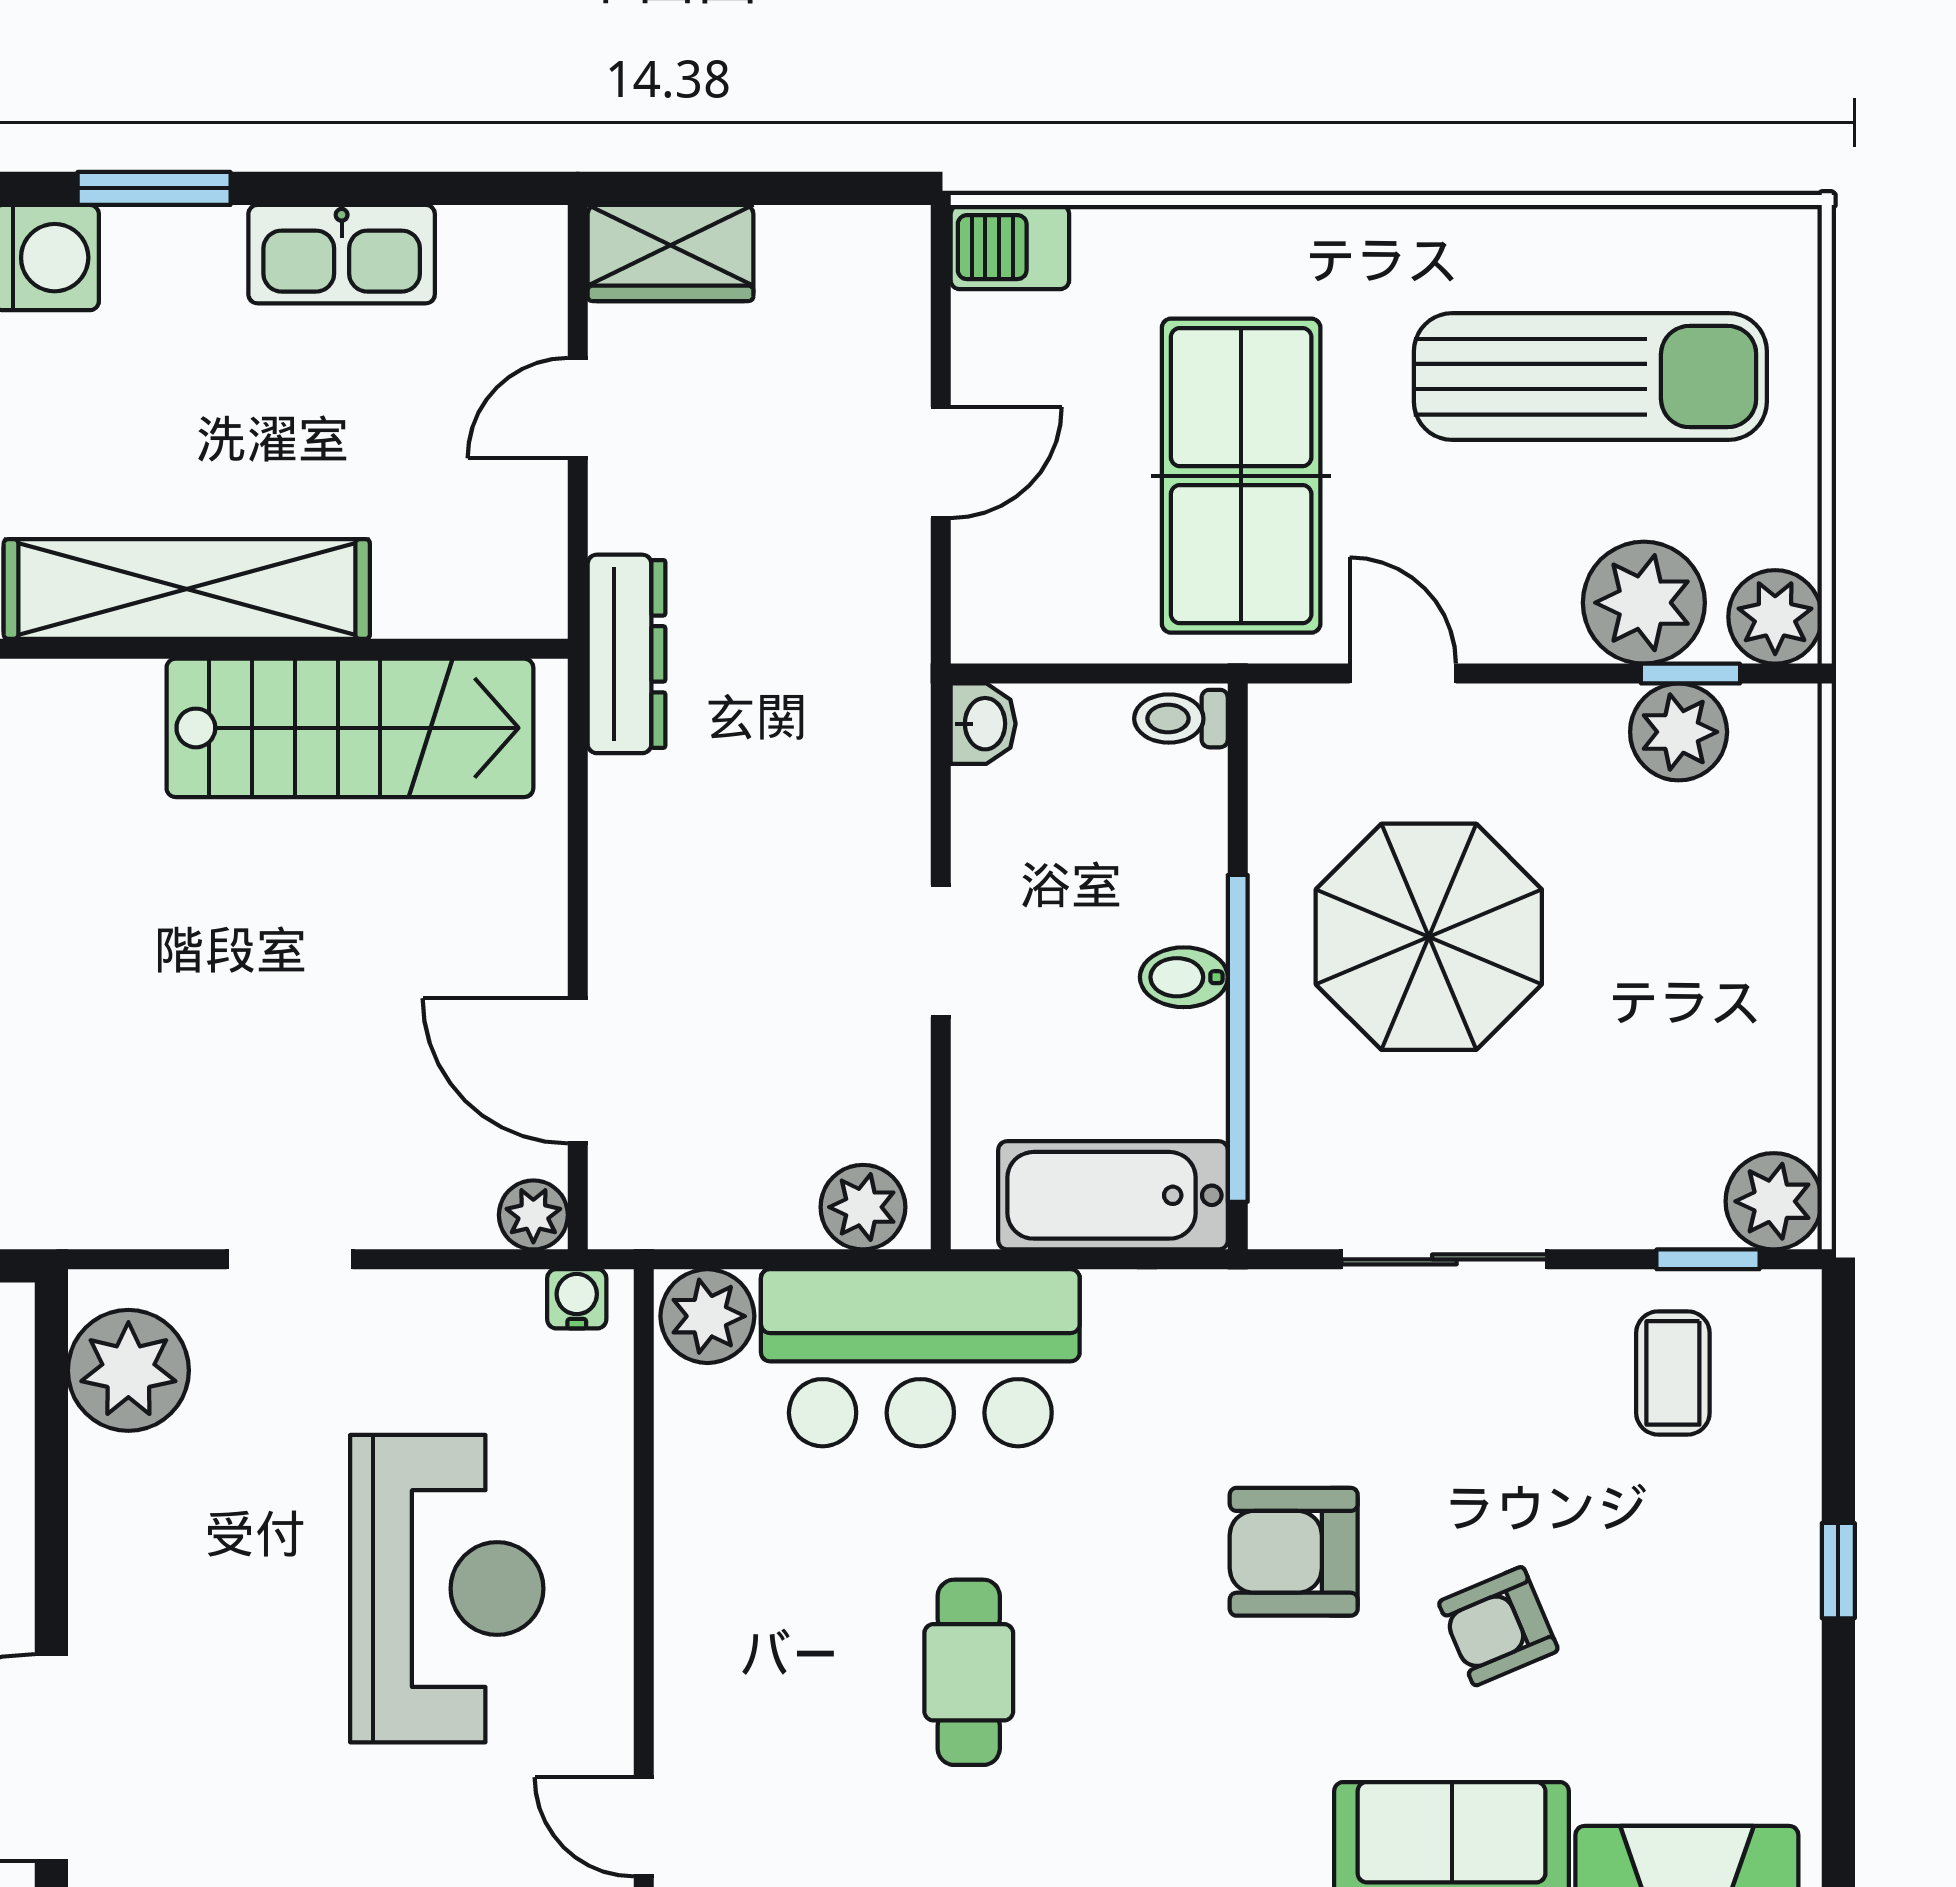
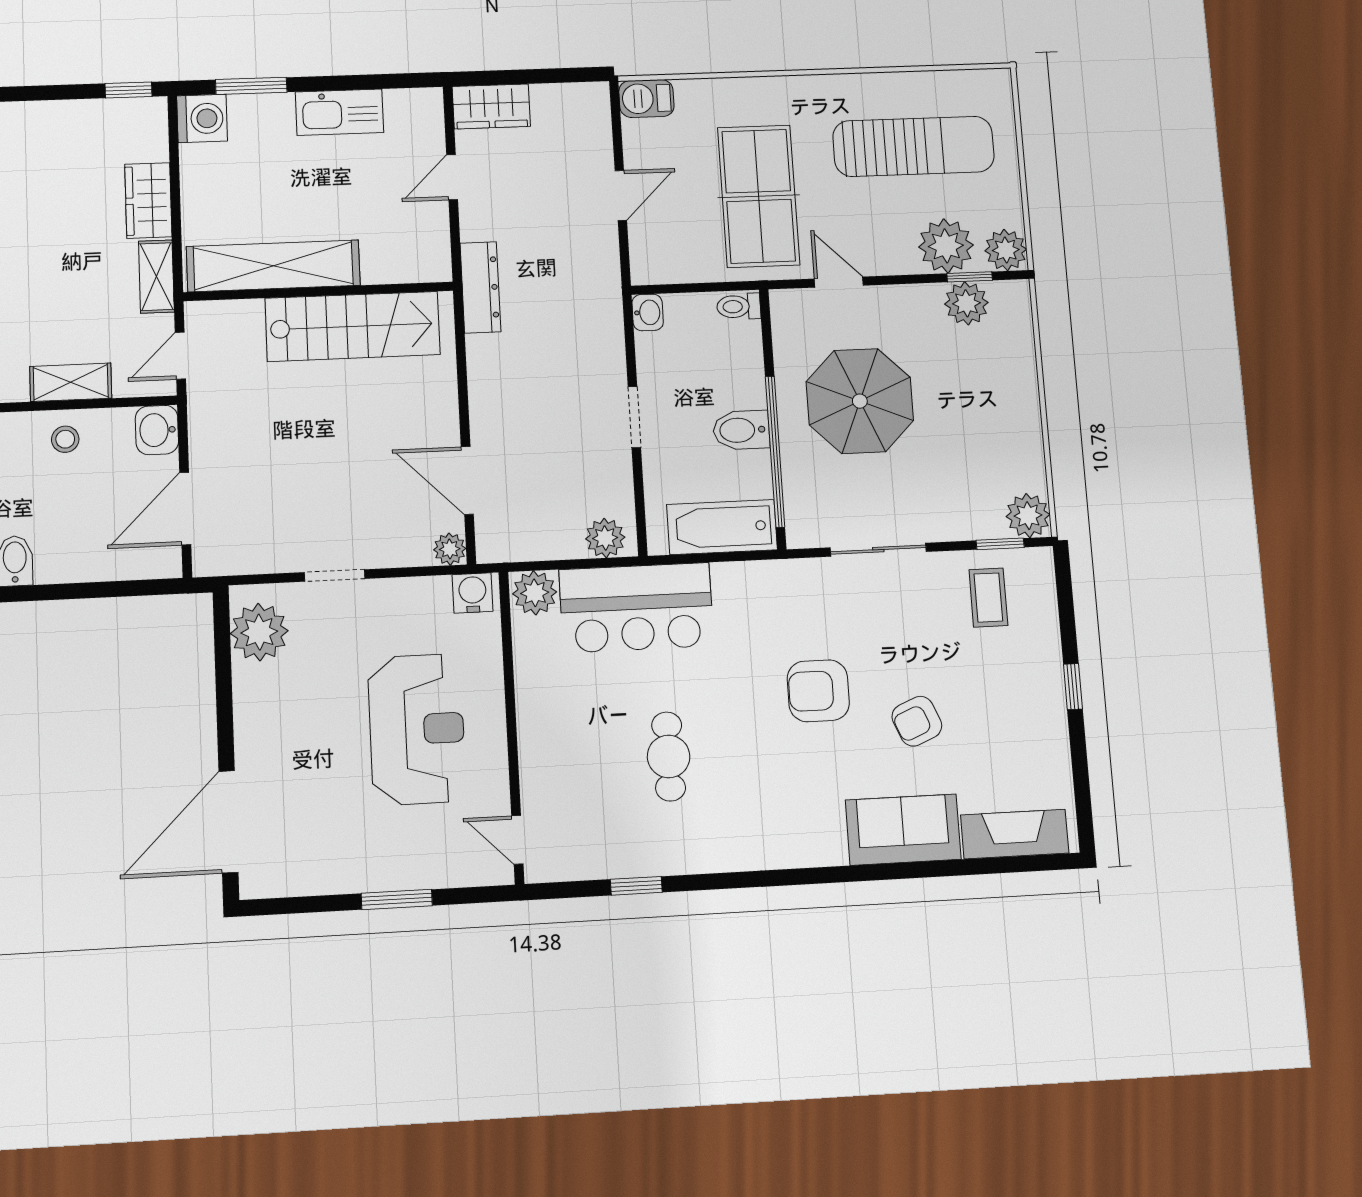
bidet: (1184, 977) -> (741, 430), width x1.38, depth x1.36
water cooler: (577, 1299) -> (473, 593), width x1.38, depth x1.38

